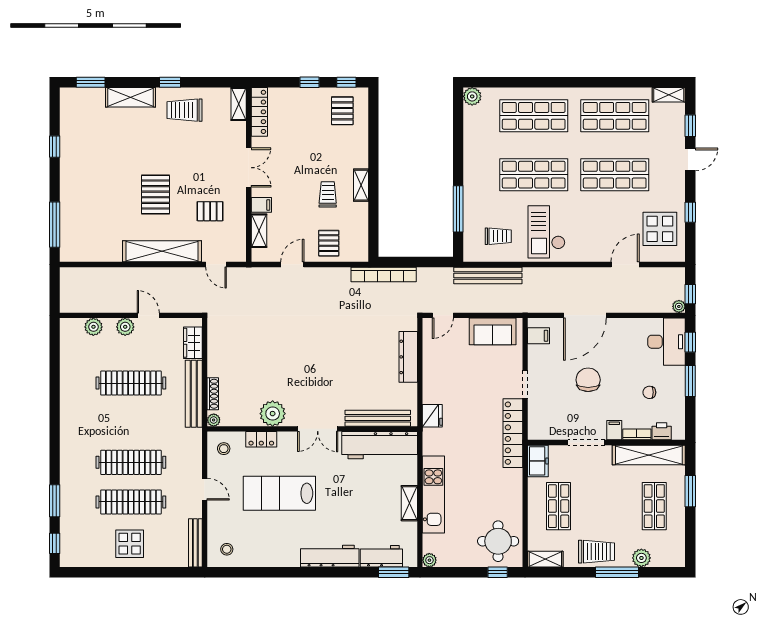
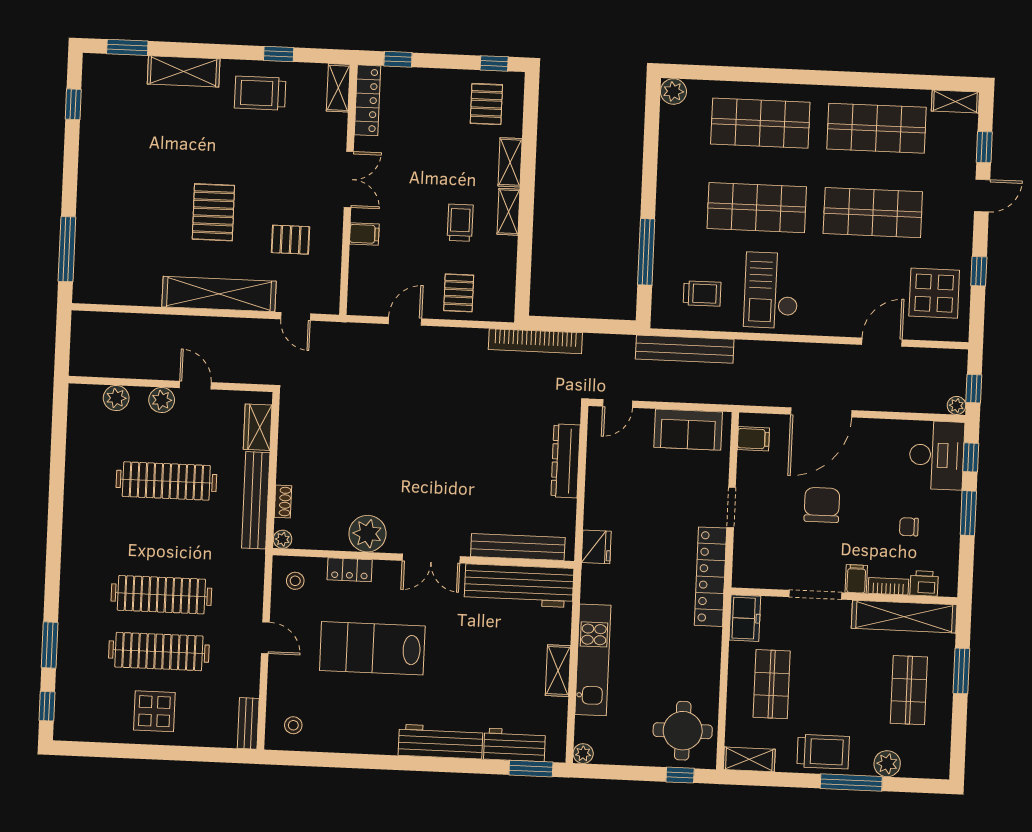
window: (170, 82) -> (279, 54), moved
window: (309, 82) -> (398, 59), moved
window: (55, 147) -> (73, 104), moved
shelving: (259, 231) -> (510, 162), moved
shoe rack: (213, 394) -> (283, 501), width x0.70
bench: (195, 543) -> (248, 723), width x0.73

